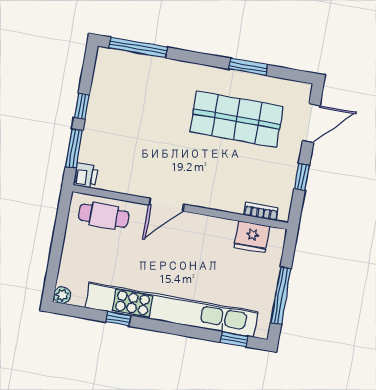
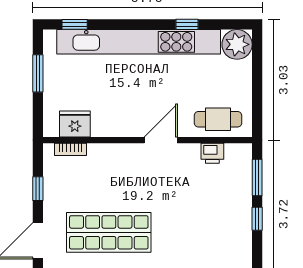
printer: (85, 175) -> (212, 153), moved, turned -90
plant: (62, 295) -> (237, 44), width x1.87, depth x1.87
window: (281, 296) -> (38, 73), width x0.69

